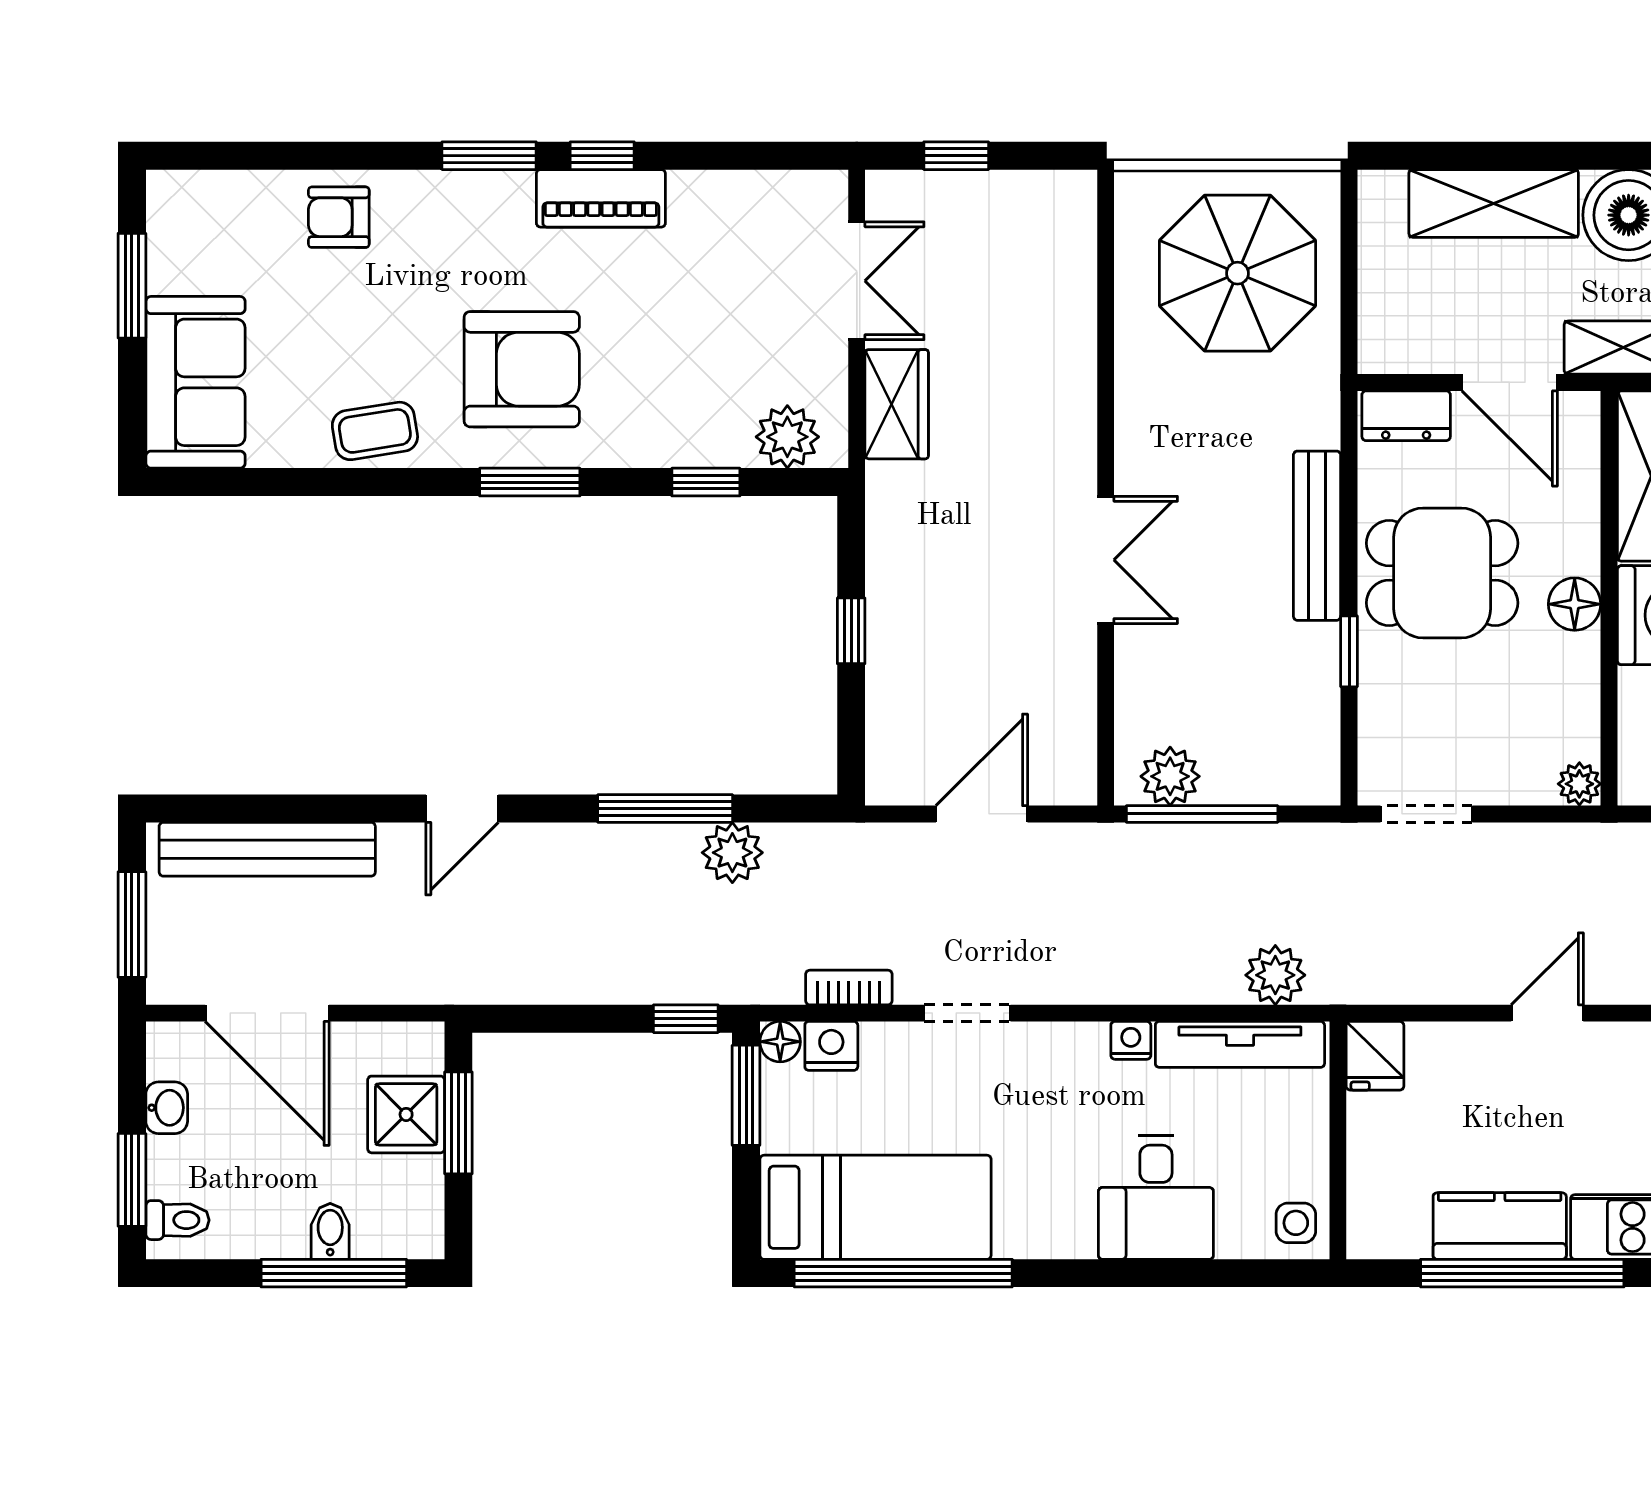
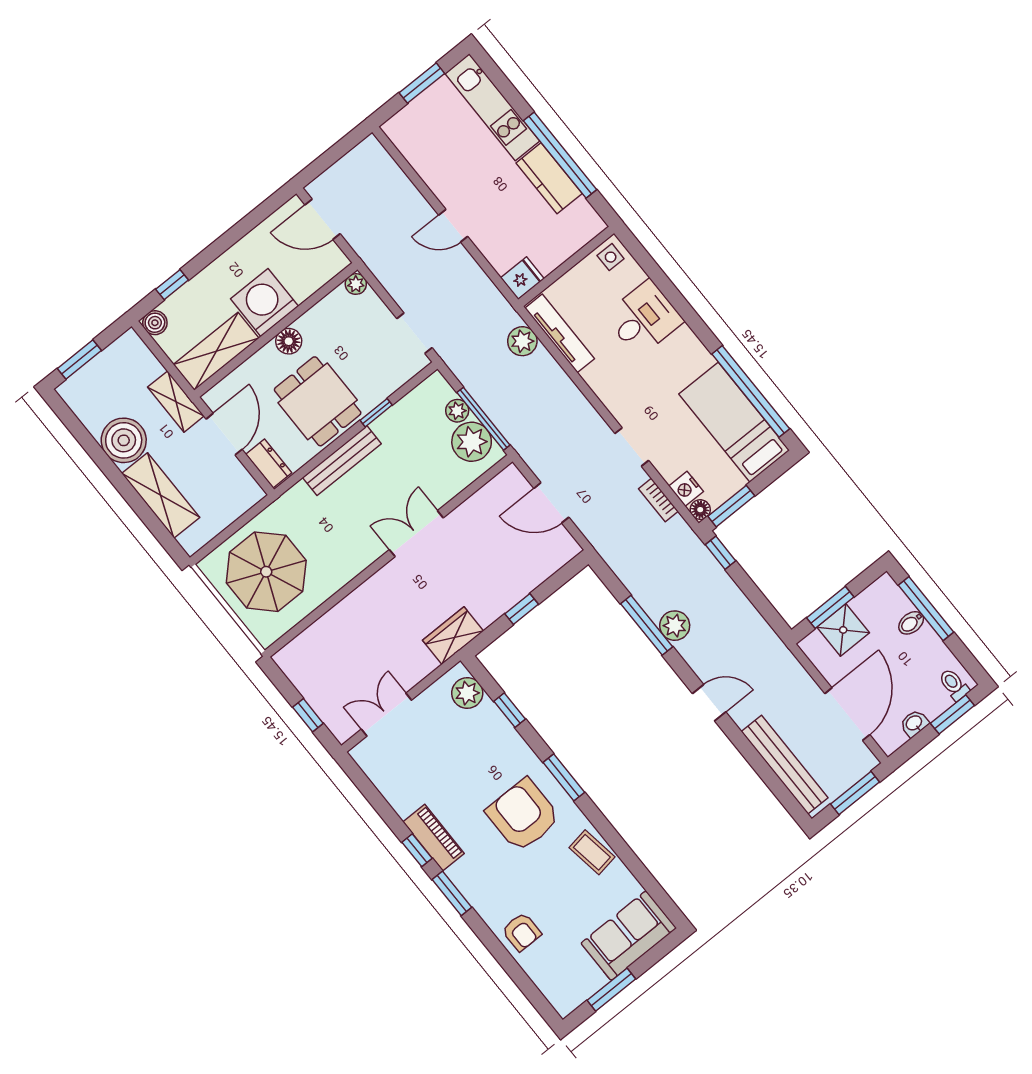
wardrobe: (897, 404) -> (453, 636), moved
plant: (1170, 776) -> (472, 442), width x1.36, depth x1.36
plant: (1248, 783) -> (457, 411), added
plant: (732, 853) -> (675, 626), moved
nightstand: (1131, 1040) -> (592, 376), removed

